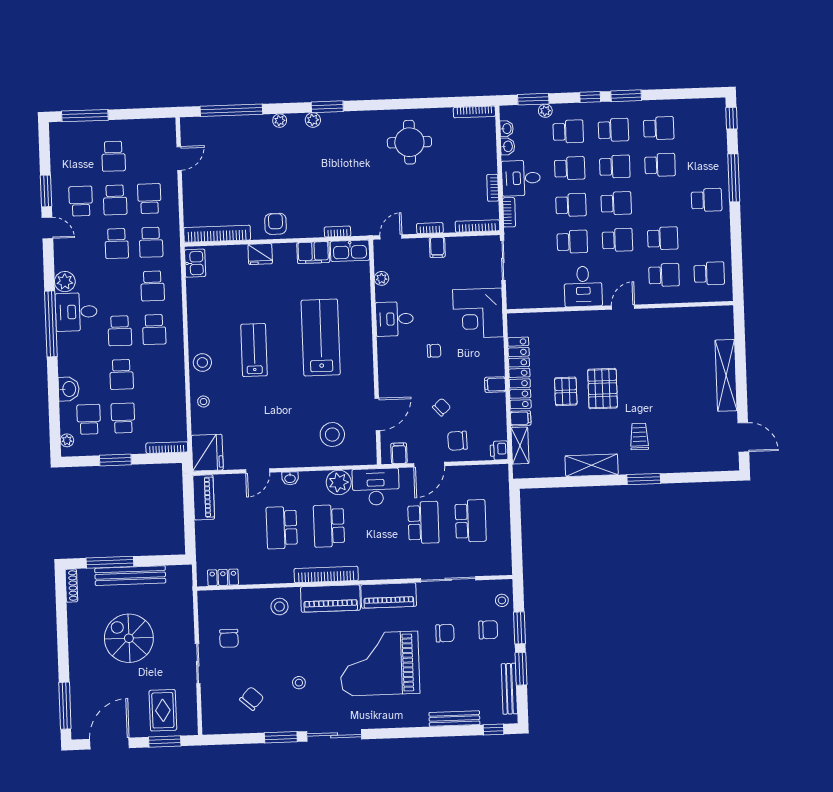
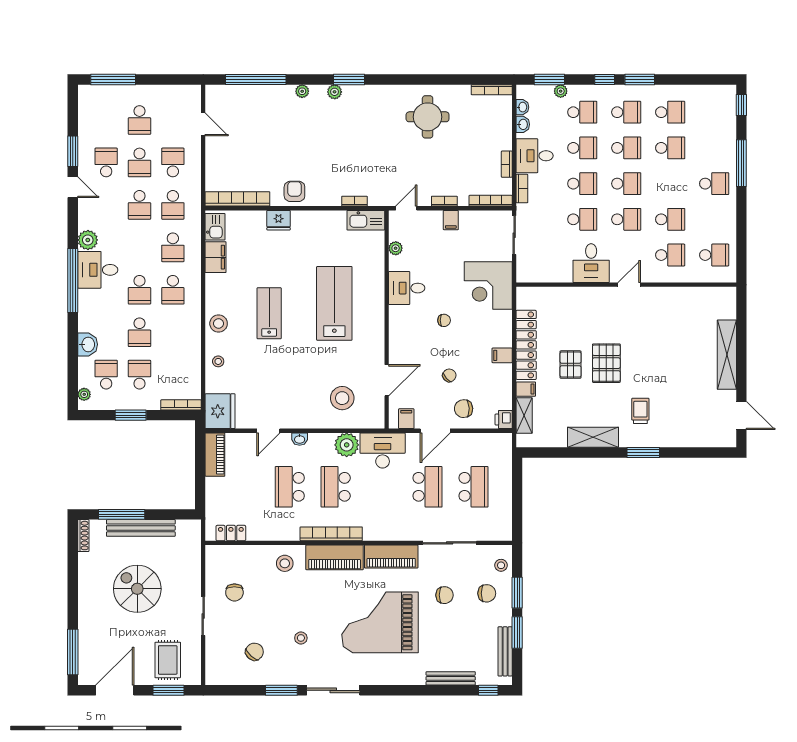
door: (179, 158) -> (203, 124), hinge flipped
filing cabinet: (313, 253) -> (216, 257), moved, turned -90

